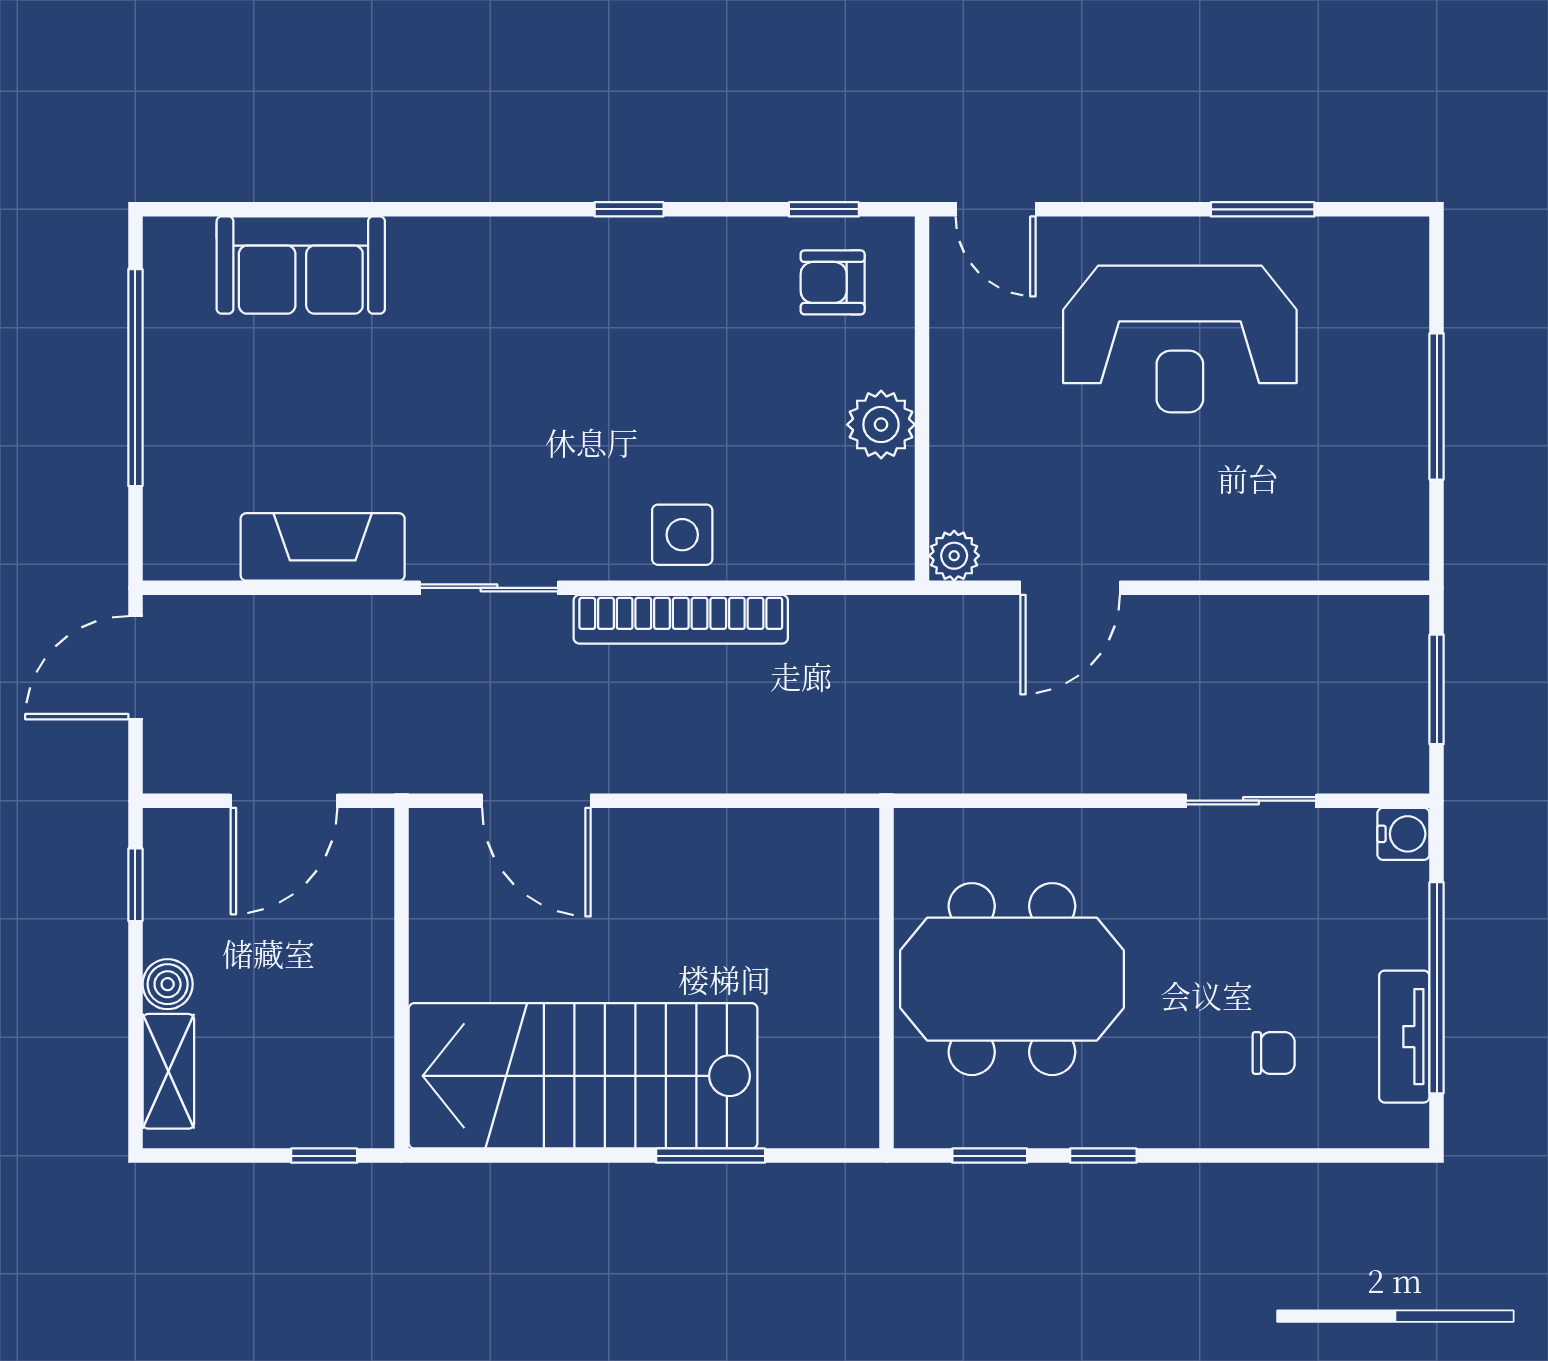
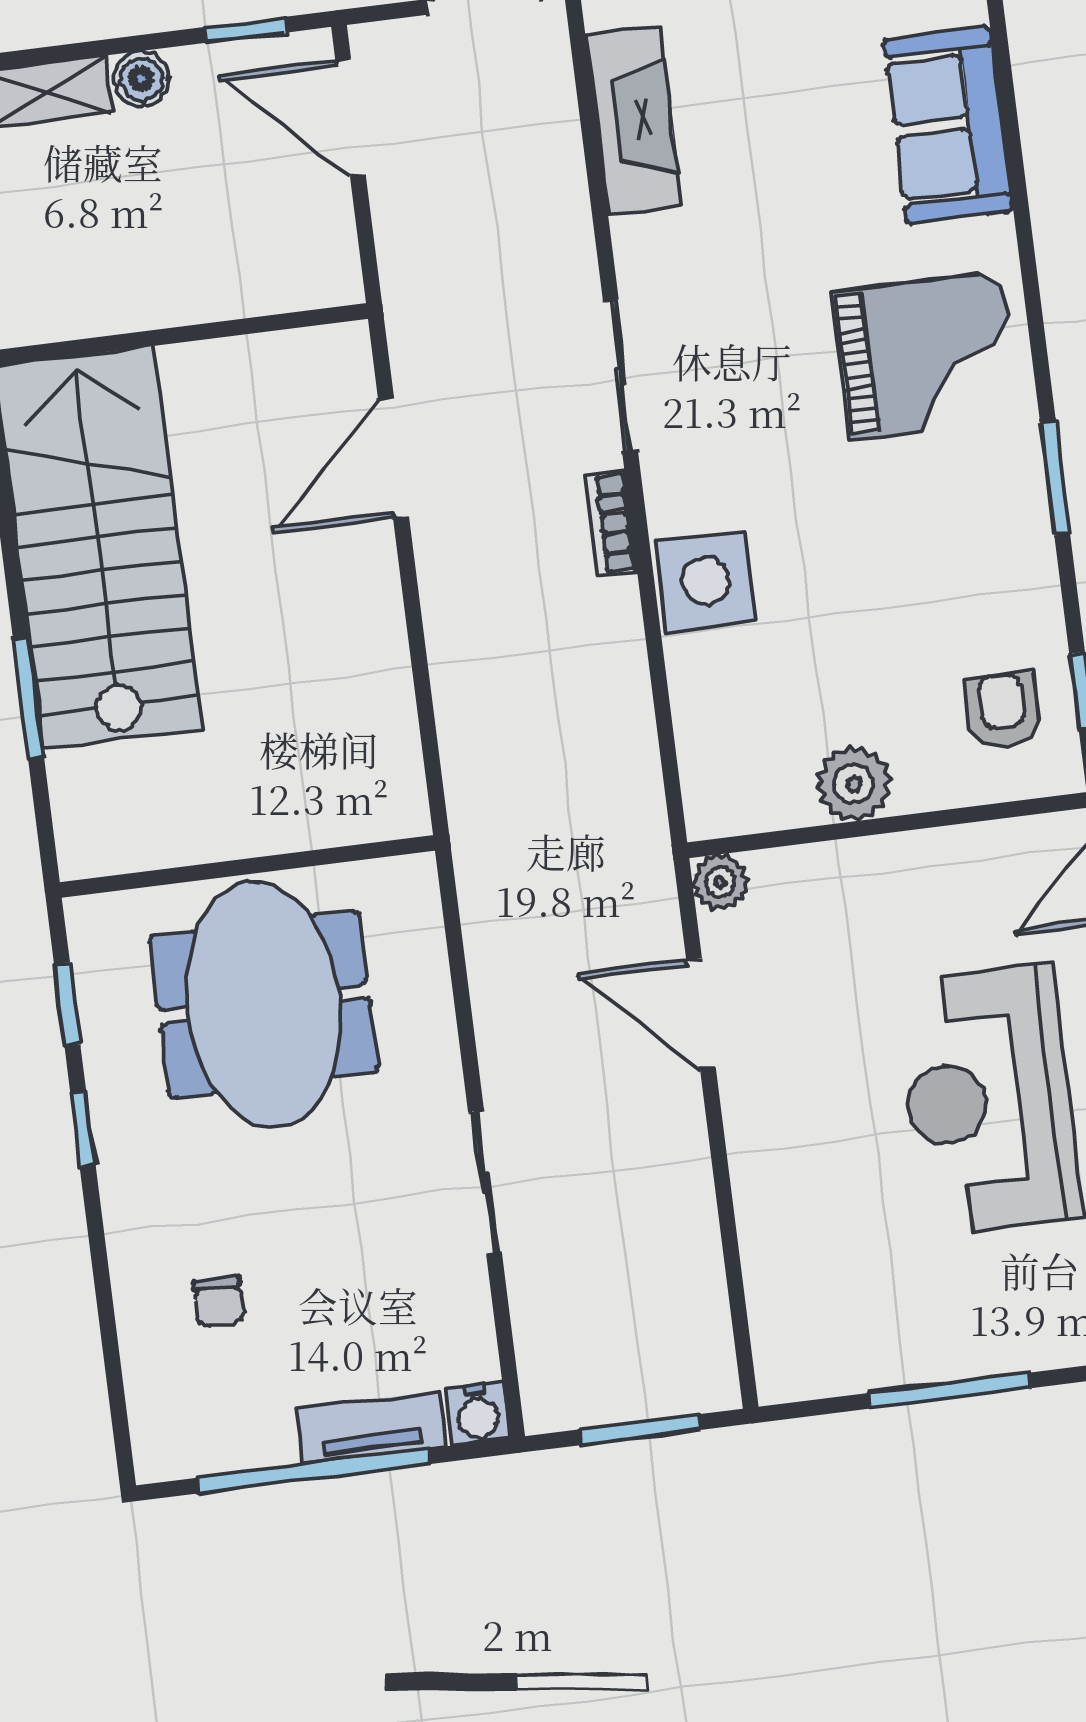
window: (629, 209) -> (1055, 478), width x1.50
grand piano: (505, 312) -> (925, 355), added
side table: (682, 535) -> (705, 581), width x1.37, depth x1.37
fireplace: (323, 547) -> (634, 120), moved
bookcase: (681, 619) -> (610, 524), width x0.43, depth x0.76
door: (284, 801) -> (351, 117), moved
sliding door: (1251, 801) -> (485, 1183), moved
tv unit: (1404, 1037) -> (371, 1428), moved

